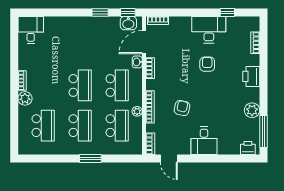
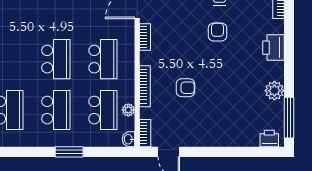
washbasin: (137, 62) -> (129, 139), moved
armchair: (182, 108) -> (185, 88), turned 77
plant: (137, 111) -> (128, 110), moved
desk: (204, 141) -> (213, 129), removed

